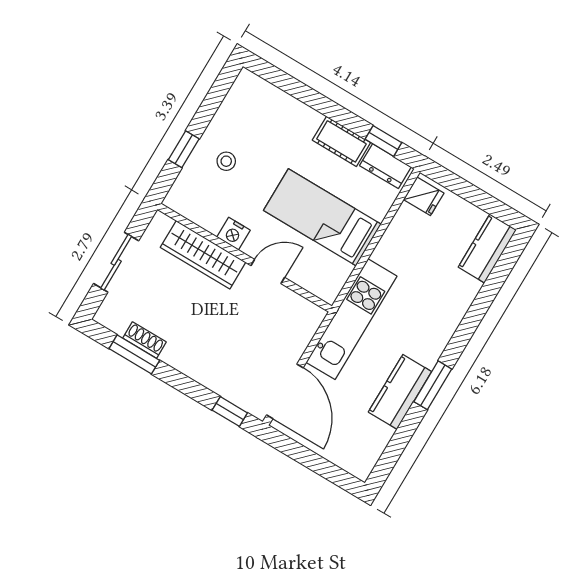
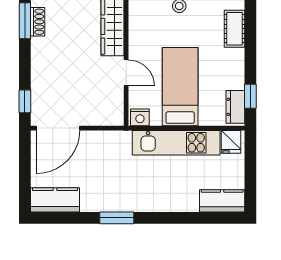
cot: (341, 141) -> (234, 29), moved
nightstand: (234, 234) -> (140, 117), moved, turned -90
kitchen unit: (352, 319) -> (176, 143), moved
kitchen counter: (400, 392) -> (55, 200), moved

